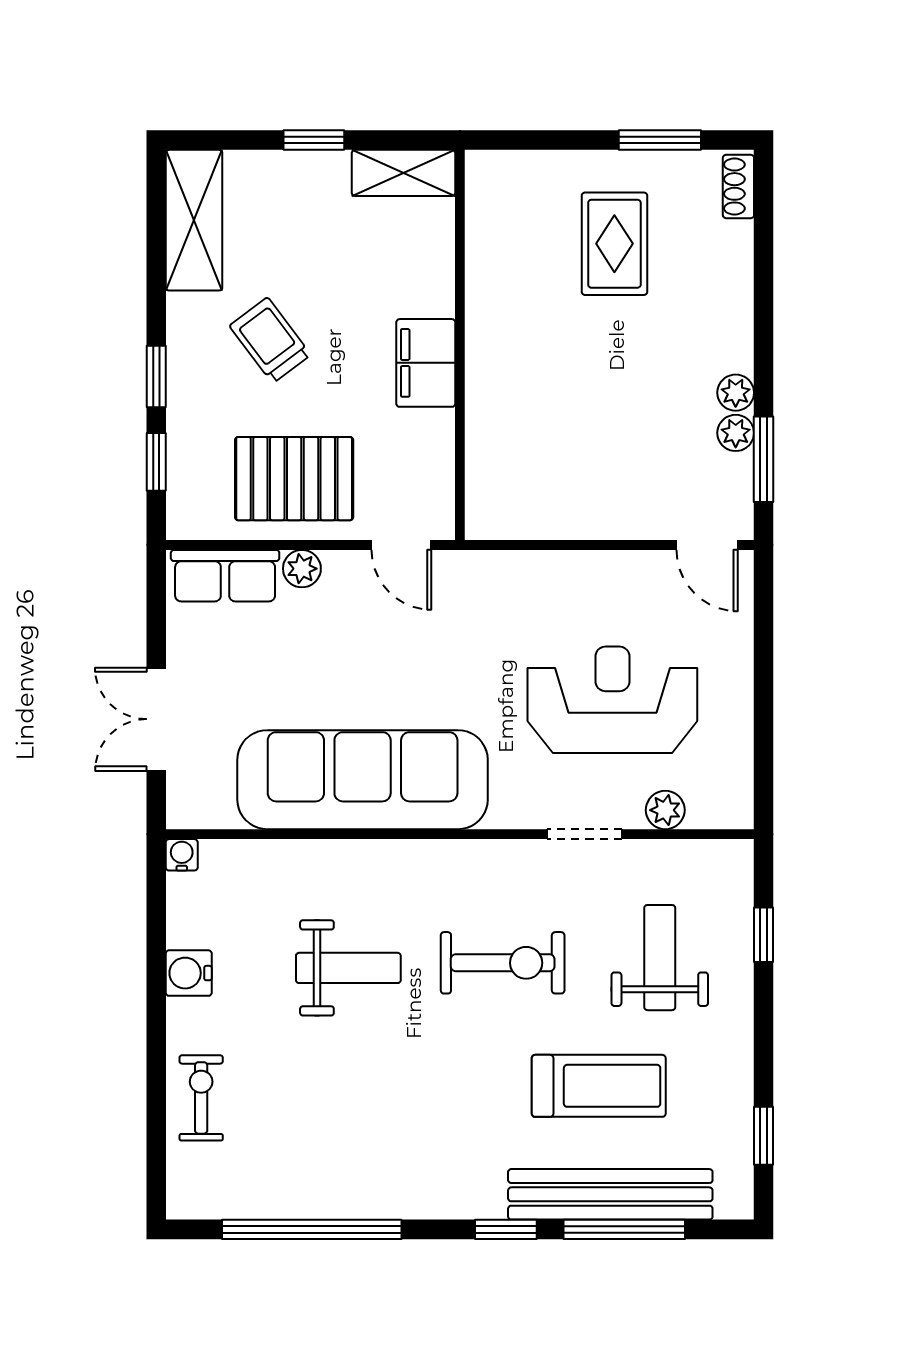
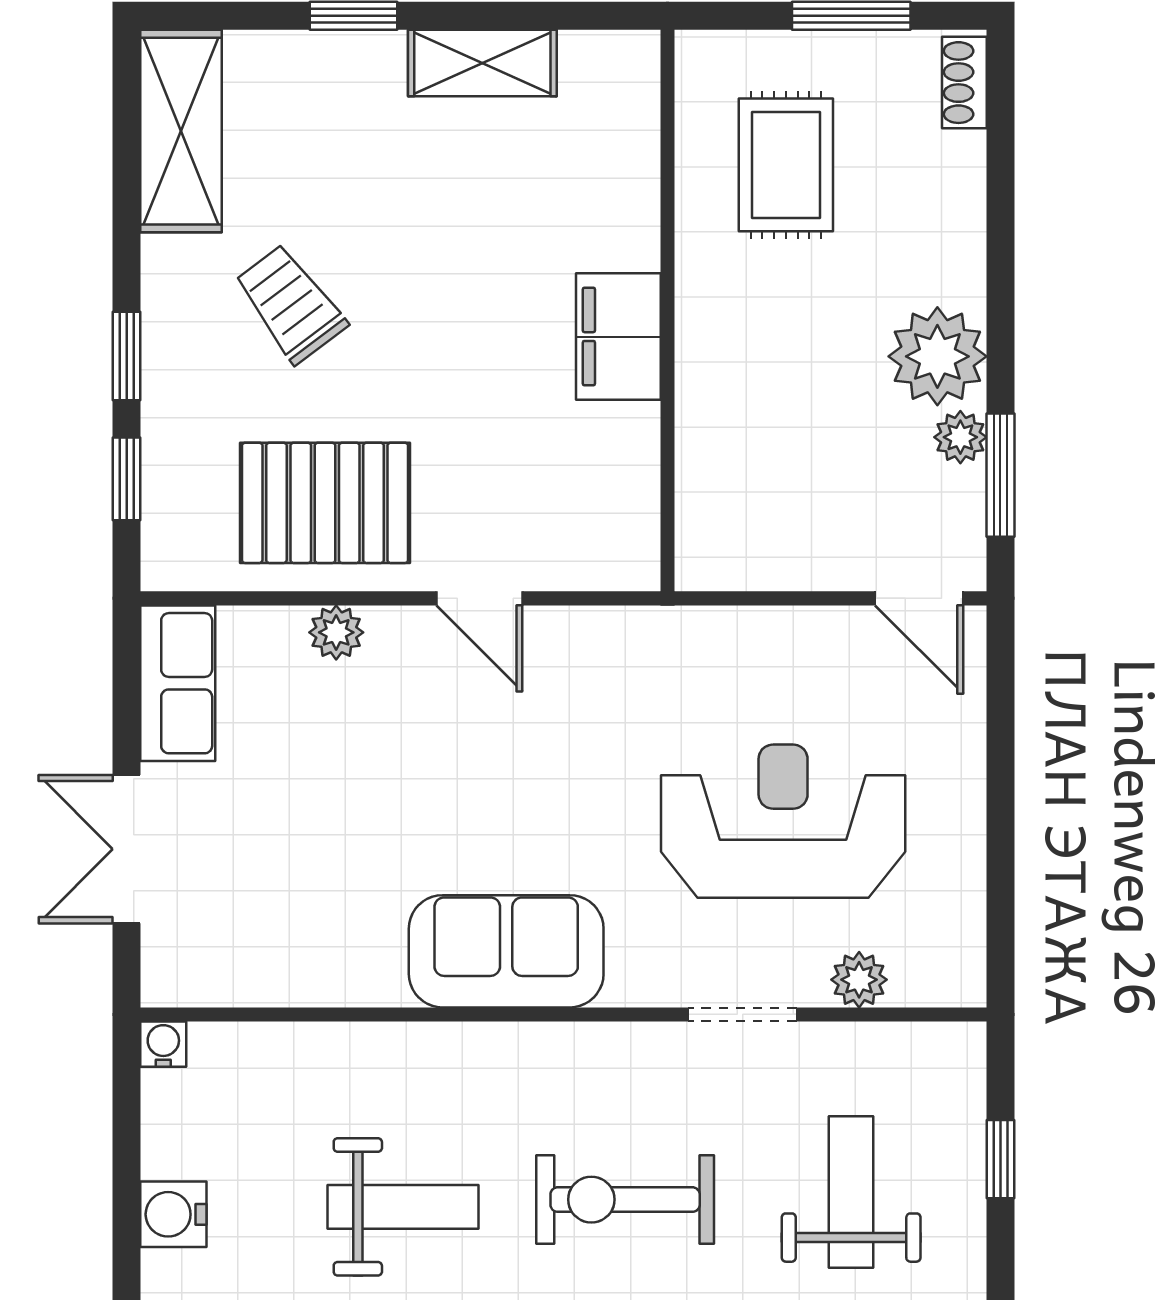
wall: (460, 345) -> (668, 311), moved
filing cabinet: (426, 363) -> (618, 337), moved
plant: (736, 393) -> (937, 356), width x1.88, depth x1.88
row of seats: (225, 576) -> (178, 683), moved, turned -90
sofa: (363, 780) -> (506, 951), width x0.54, depth x0.79
exercise bike: (503, 963) -> (625, 1200), turned 180

